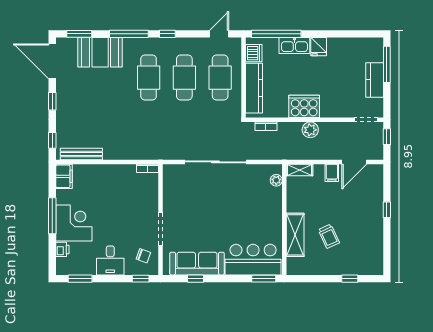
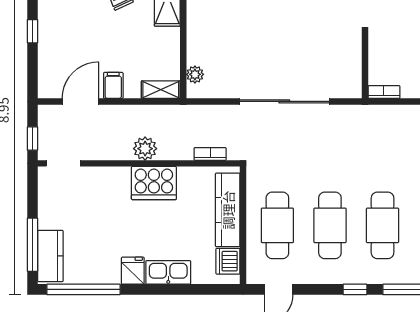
window: (276, 34) -> (83, 289), moved
kitchen counter: (375, 80) -> (50, 256), moved

